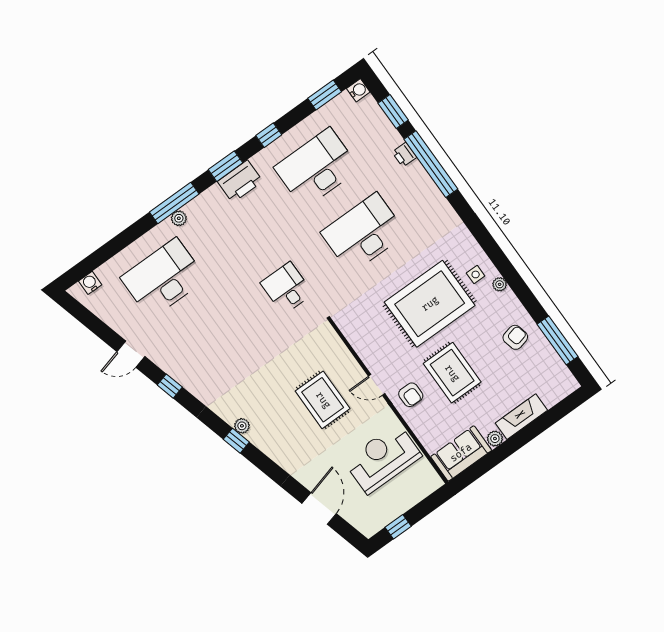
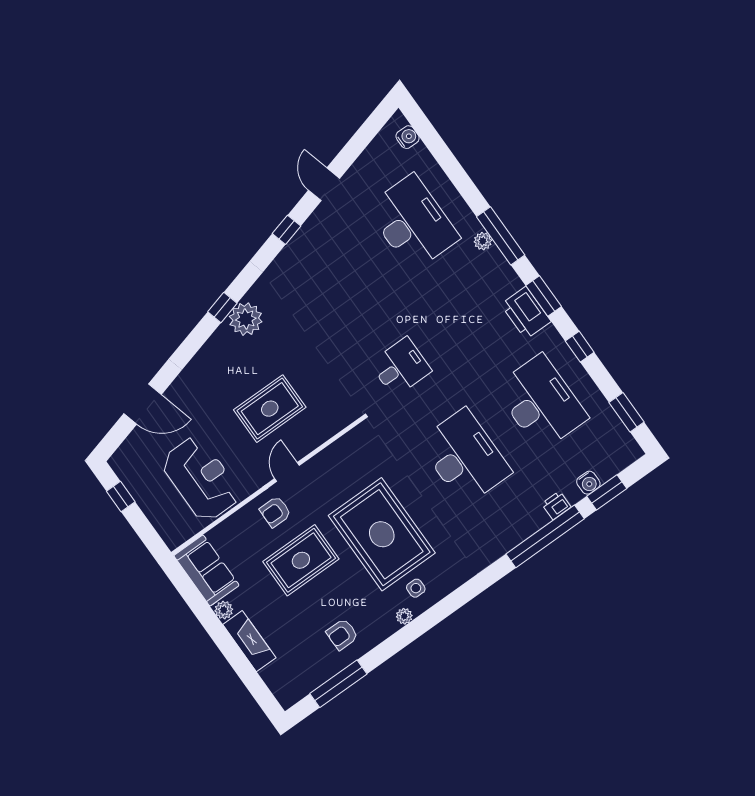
water cooler: (358, 90) -> (588, 483), moved
armchair: (515, 337) -> (342, 634), turned 103
plant: (242, 426) -> (246, 319), width x1.88, depth x1.88

